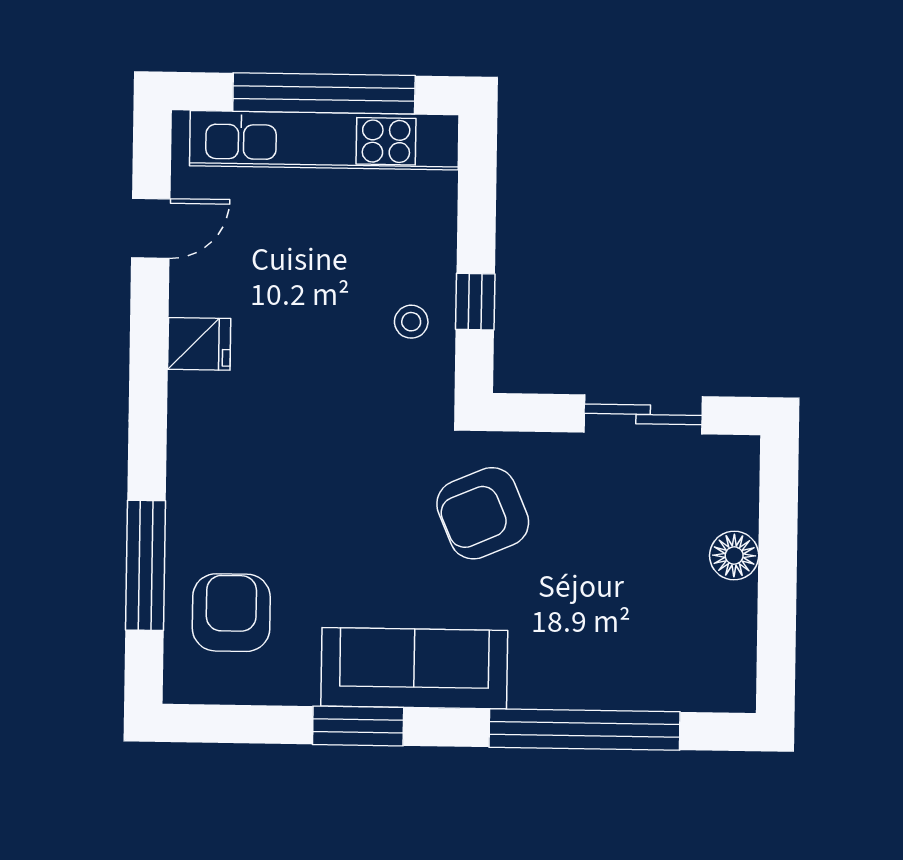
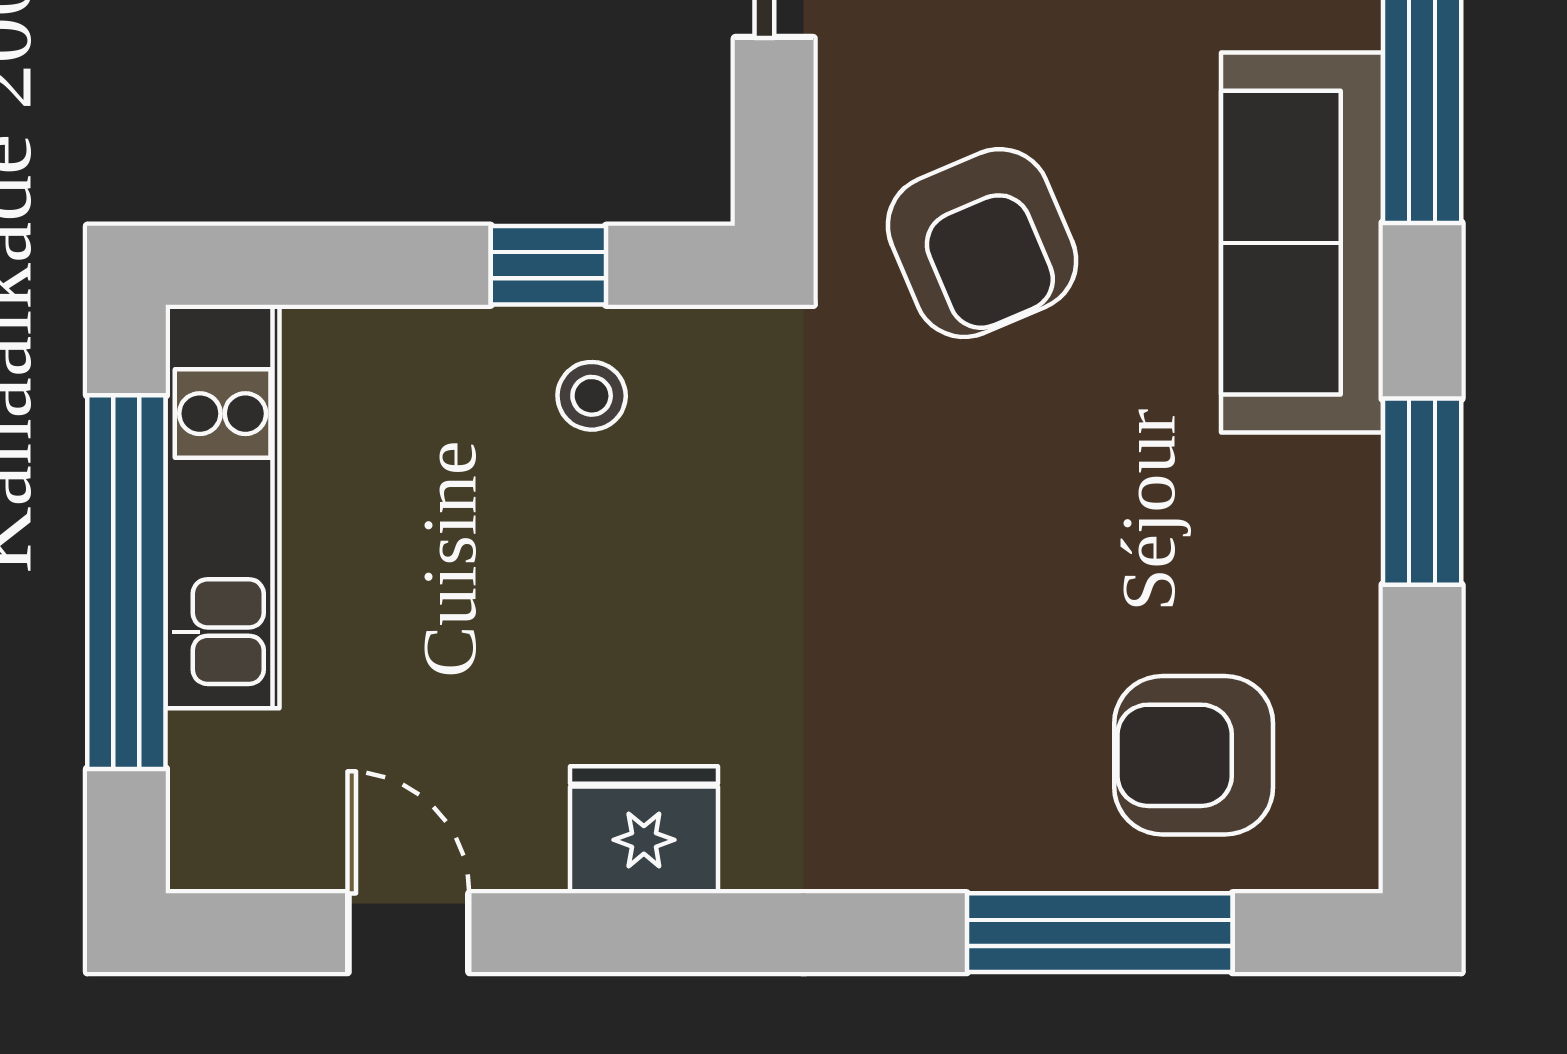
kitchen unit: (324, 140) -> (223, 506), width x0.73
fridge: (199, 344) -> (644, 830), width x1.38
sofa: (414, 668) -> (1302, 243), moved

